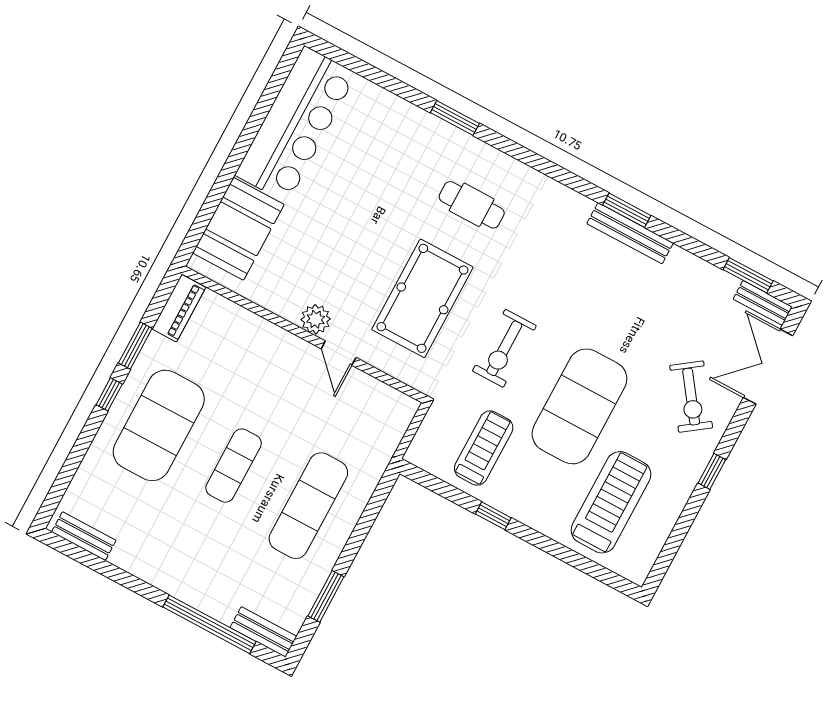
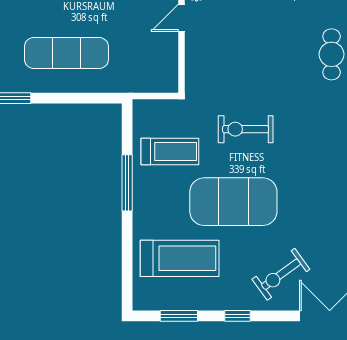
pool table: (422, 298) -> (250, 55), removed
window: (493, 516) -> (127, 183), width x2.17
window: (676, 538) -> (179, 316), added

